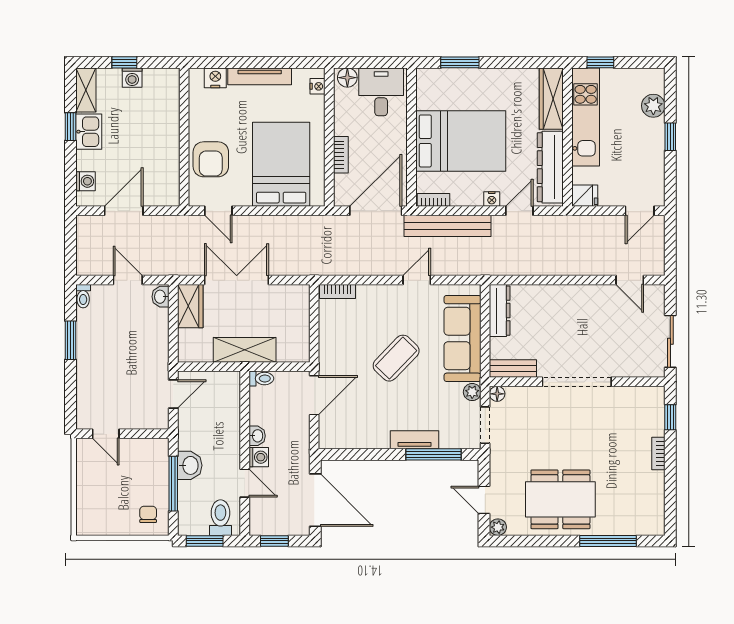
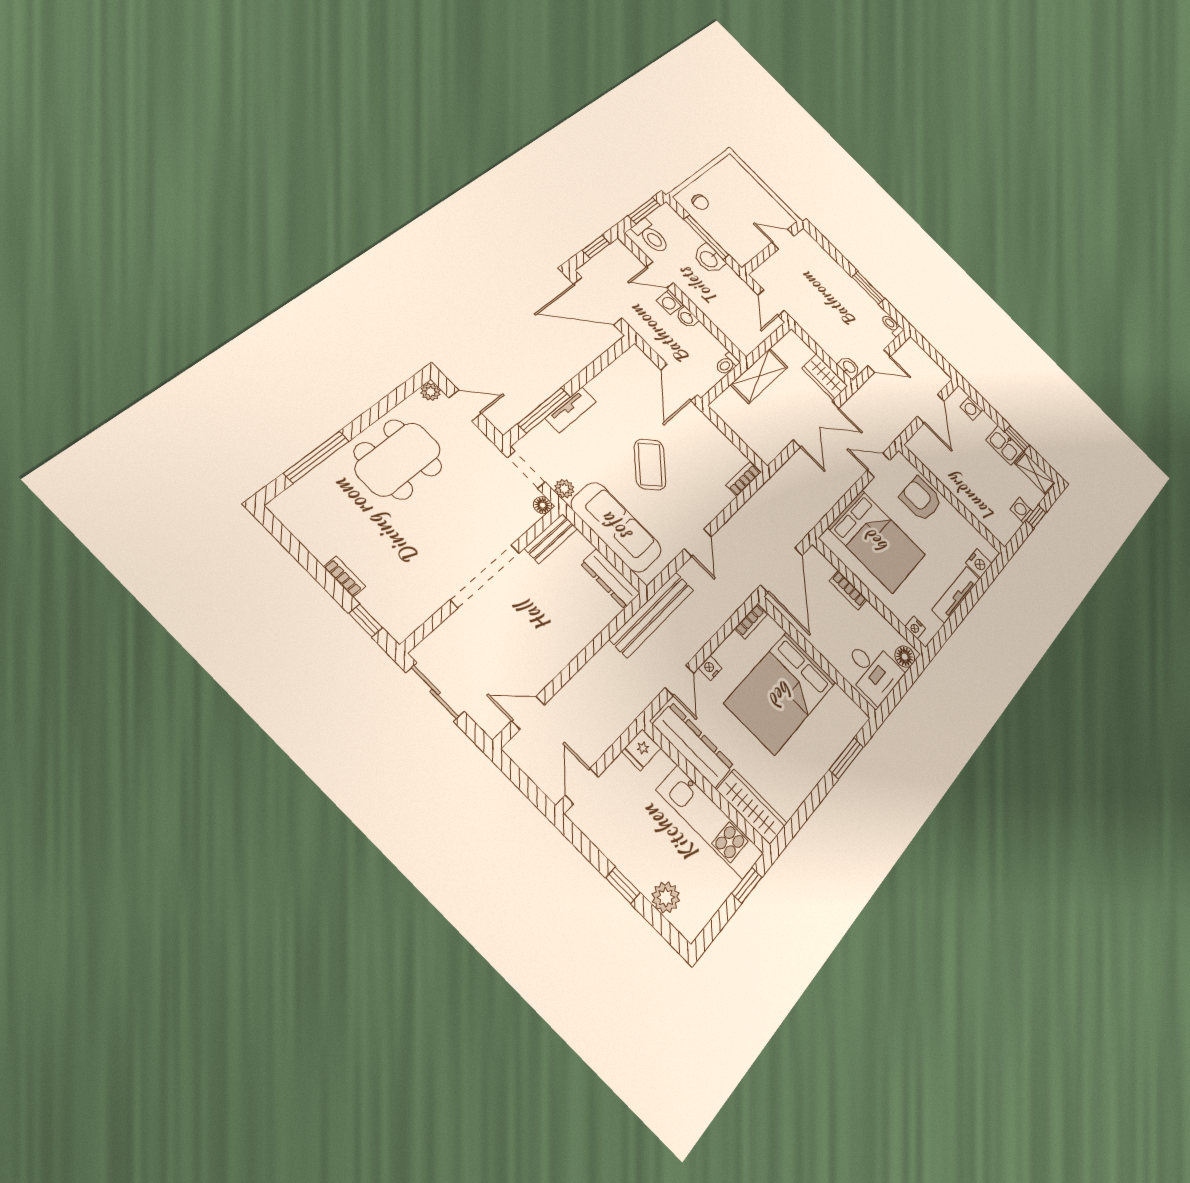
bench: (447, 226) -> (652, 614), moved

